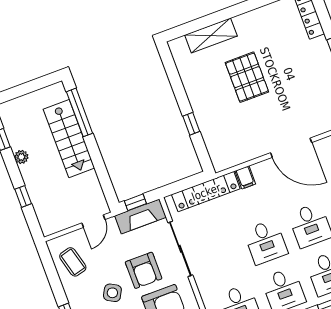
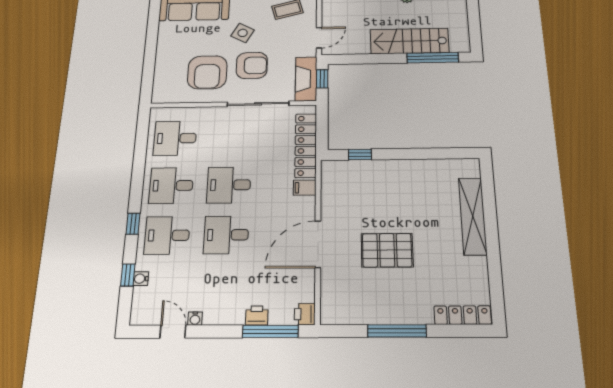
shelving: (211, 35) -> (473, 216), width x1.47
pallet: (247, 77) -> (387, 250), moved
window: (191, 124) -> (360, 155), moved
door: (93, 221) -> (319, 38), swing flipped
armchair: (144, 270) -> (252, 65), turned 180

